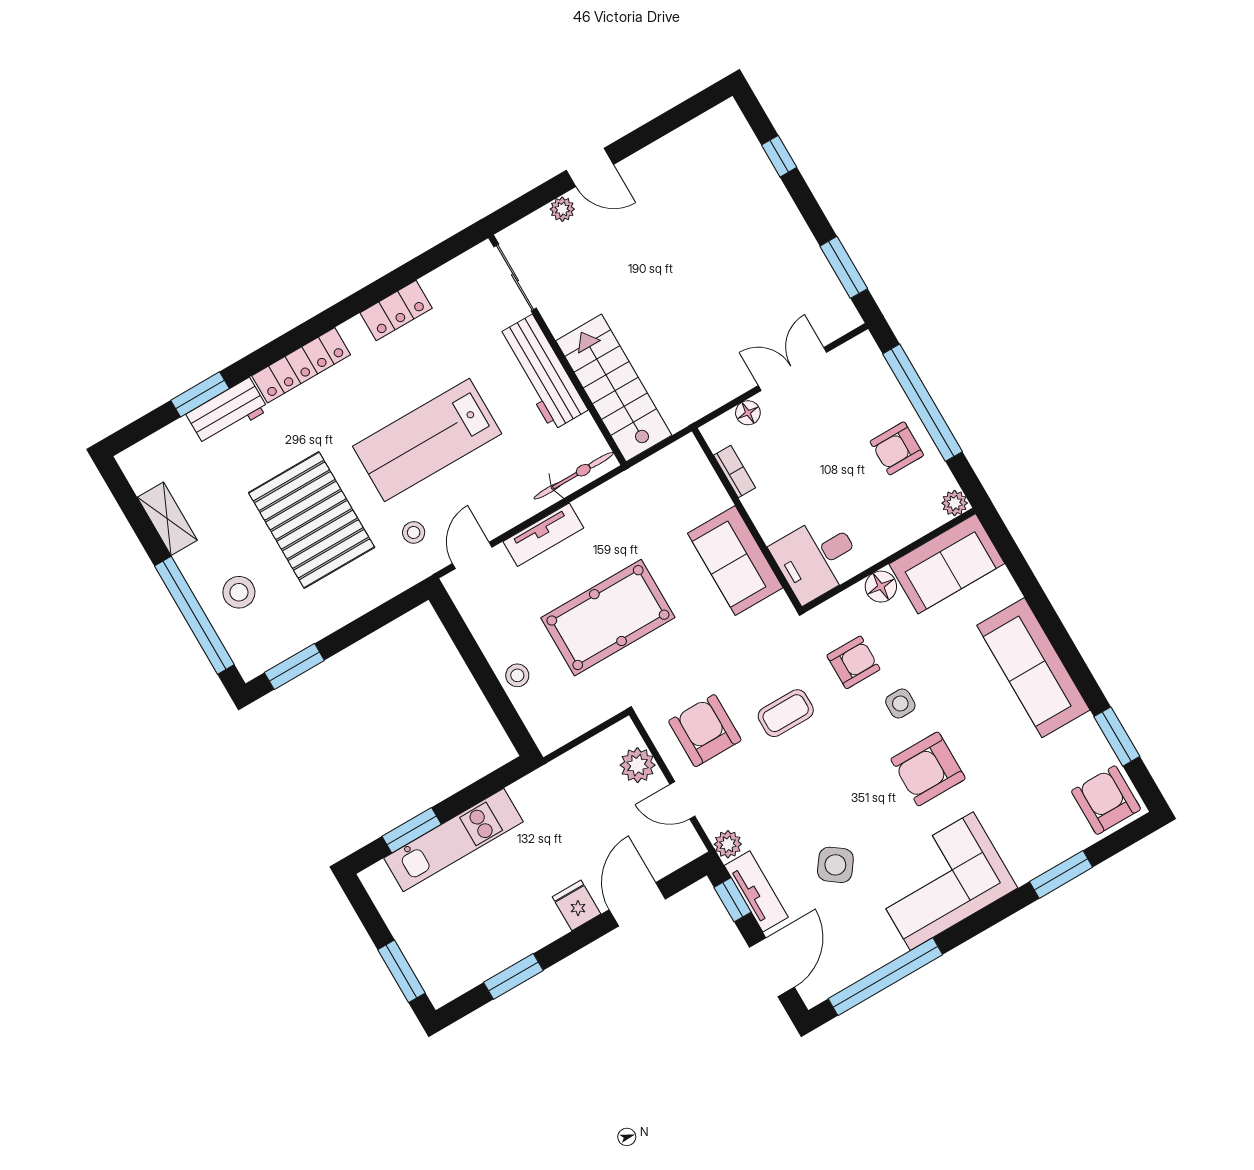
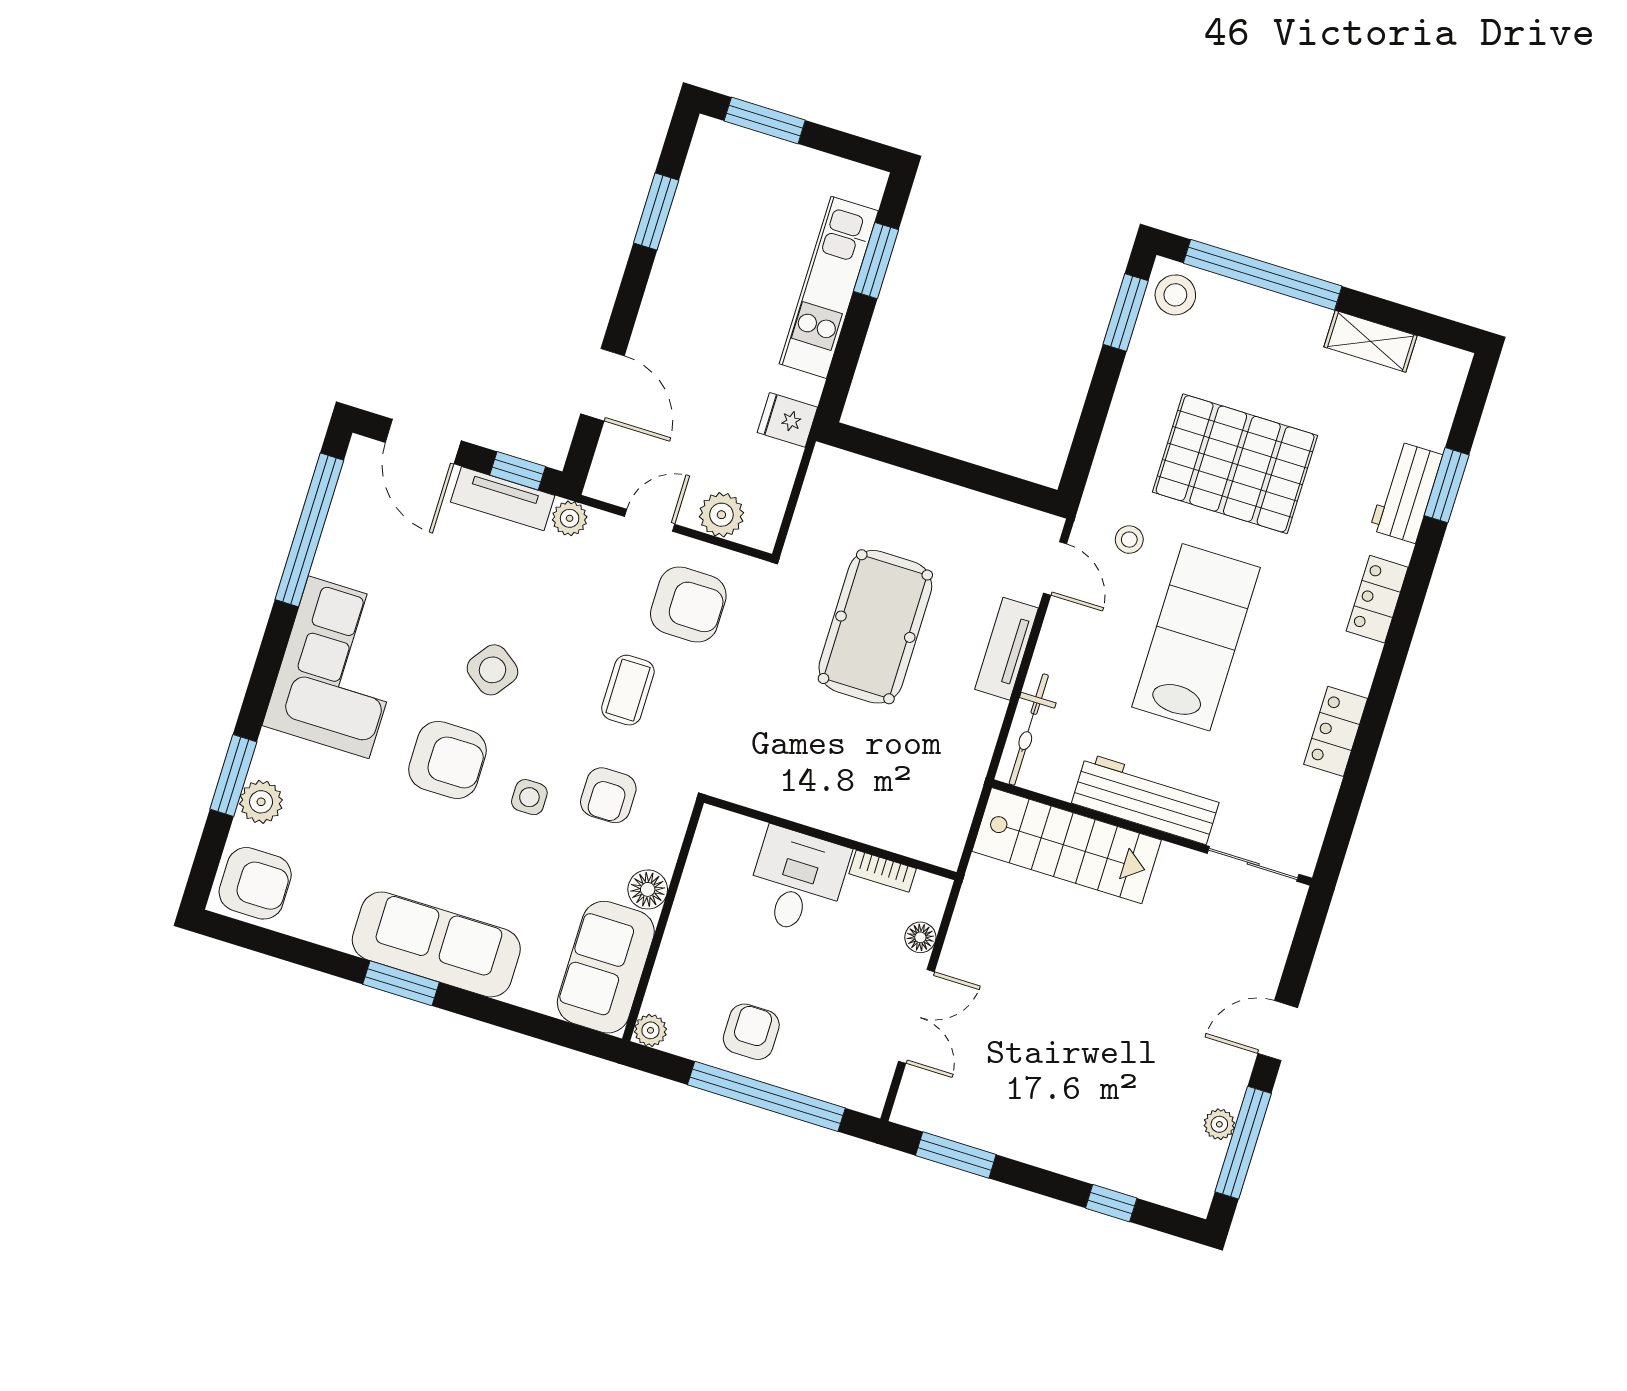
window: (670, 121) -> (1243, 1143), added
plant: (562, 209) -> (1219, 1124), moved
locker: (301, 365) -> (1377, 599), width x0.66
desk: (817, 558) -> (797, 881), moved
sofa: (735, 560) -> (806, 789), removed
stool: (239, 592) -> (1175, 295), moved
stool: (517, 675) -> (910, 495), removed
window: (1117, 737) -> (401, 983), moved
armchair: (928, 769) -> (448, 760), turned 90
plant: (1059, 844) -> (261, 802), added
side table: (835, 865) -> (492, 670), moved
fridge: (576, 905) -> (787, 420), moved, turned 180

